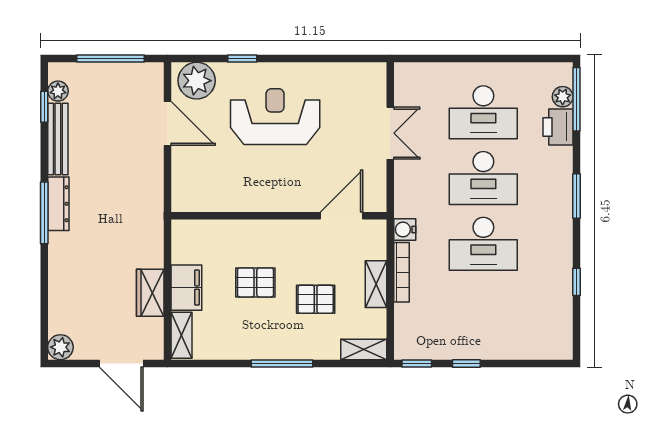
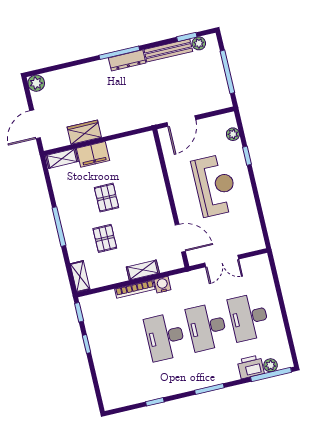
plant: (197, 81) -> (233, 134), width x0.53, depth x0.53
door: (168, 123) -> (181, 121), moved
wall: (279, 216) -> (171, 198), moved
door: (341, 216) -> (180, 238), moved
shelving: (376, 284) -> (143, 270), moved

